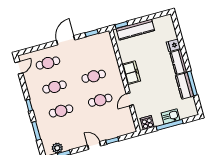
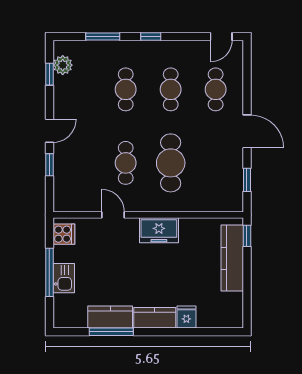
door: (19, 68) -> (221, 36), hinge flipped
cafe table: (94, 76) -> (171, 163), width x1.37, depth x1.35

